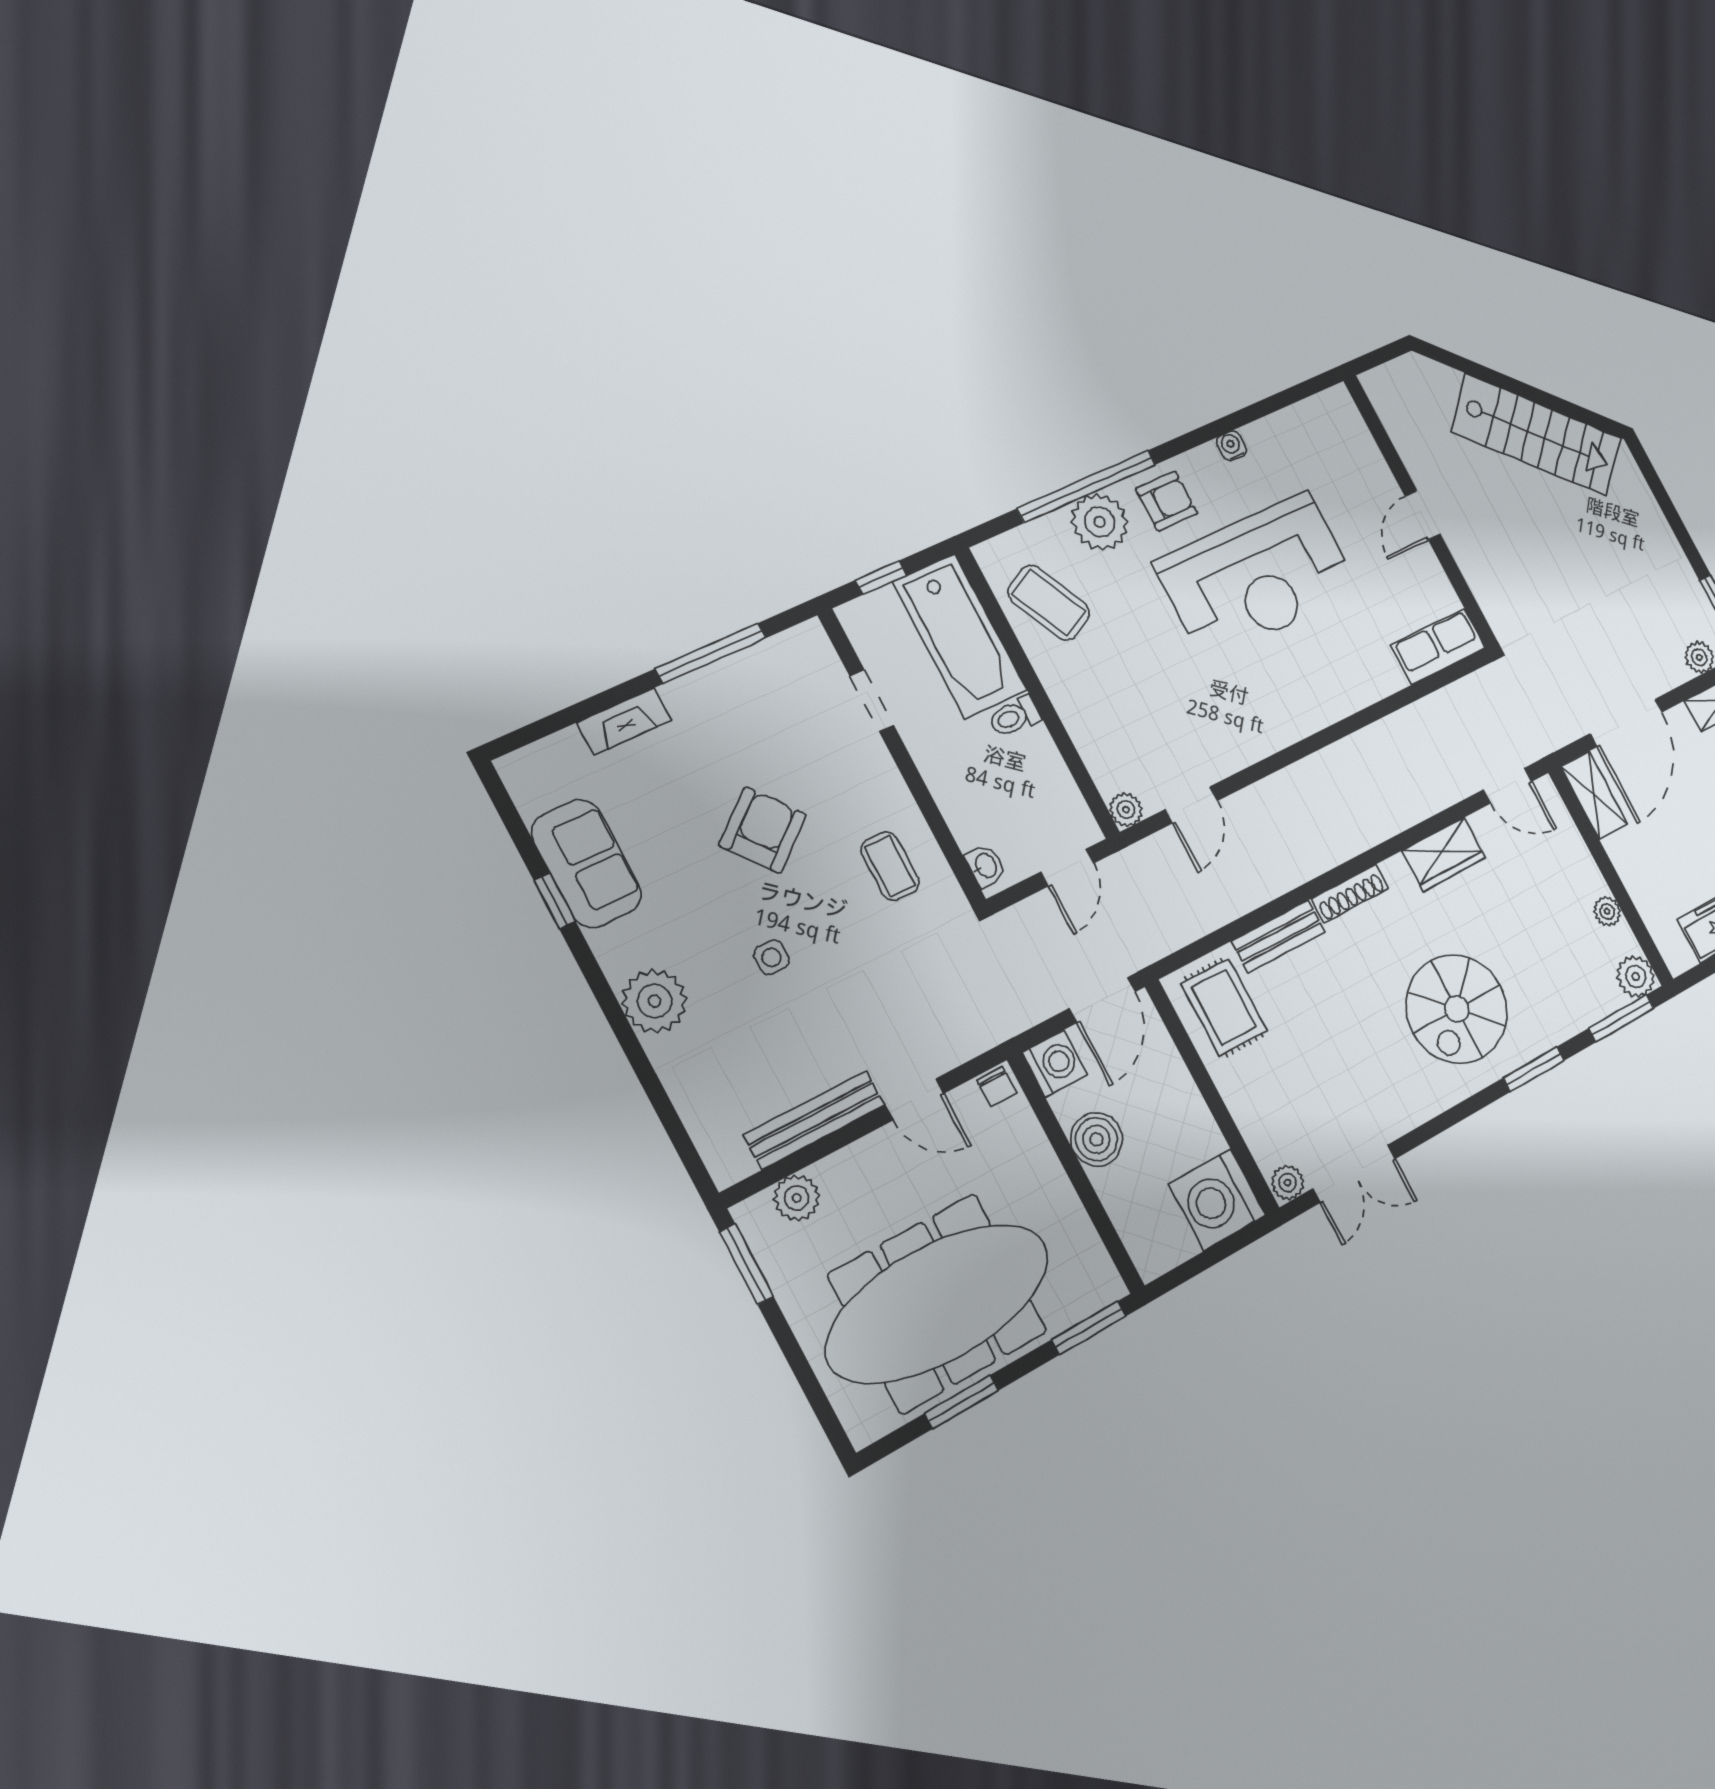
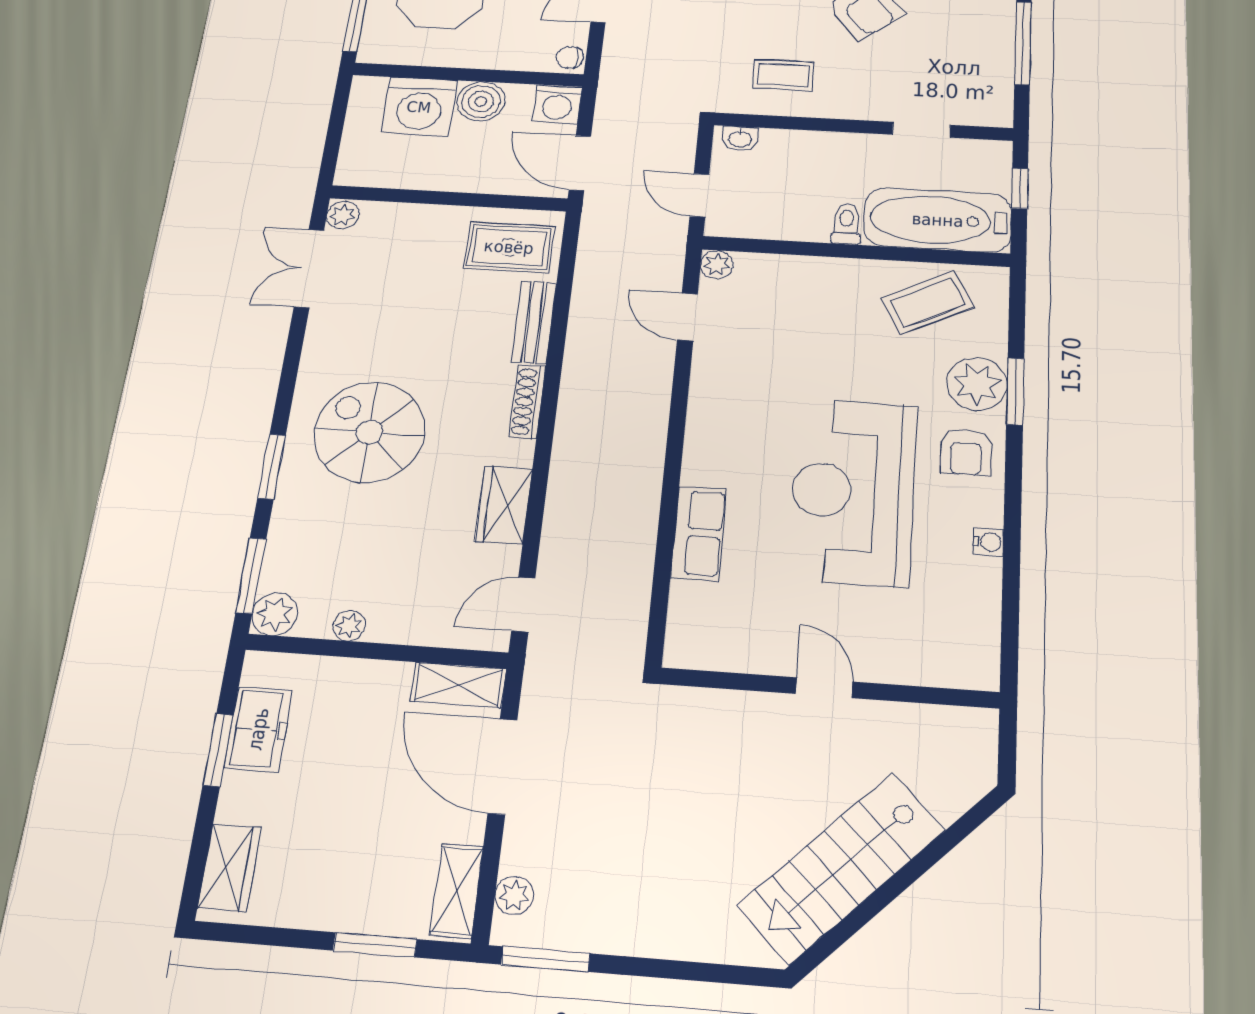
window: (1087, 486) -> (1015, 391), width x0.47
row of seats: (1438, 646) -> (699, 533), moved
washing machine: (1217, 1200) -> (419, 107), moved, turned 180

